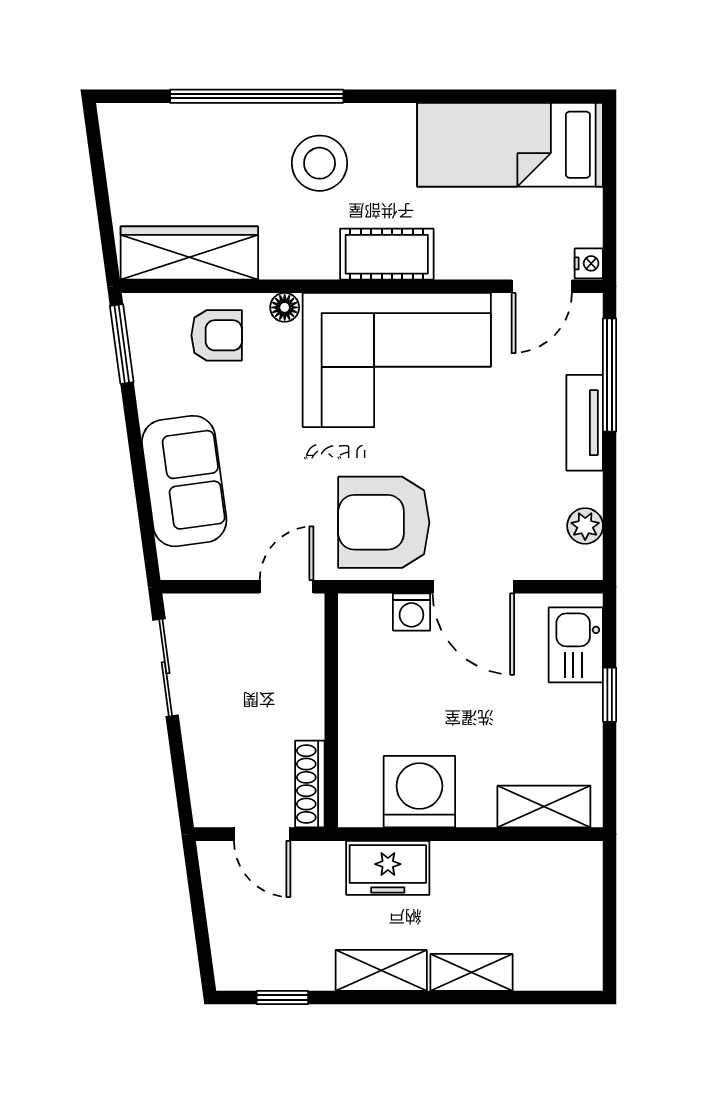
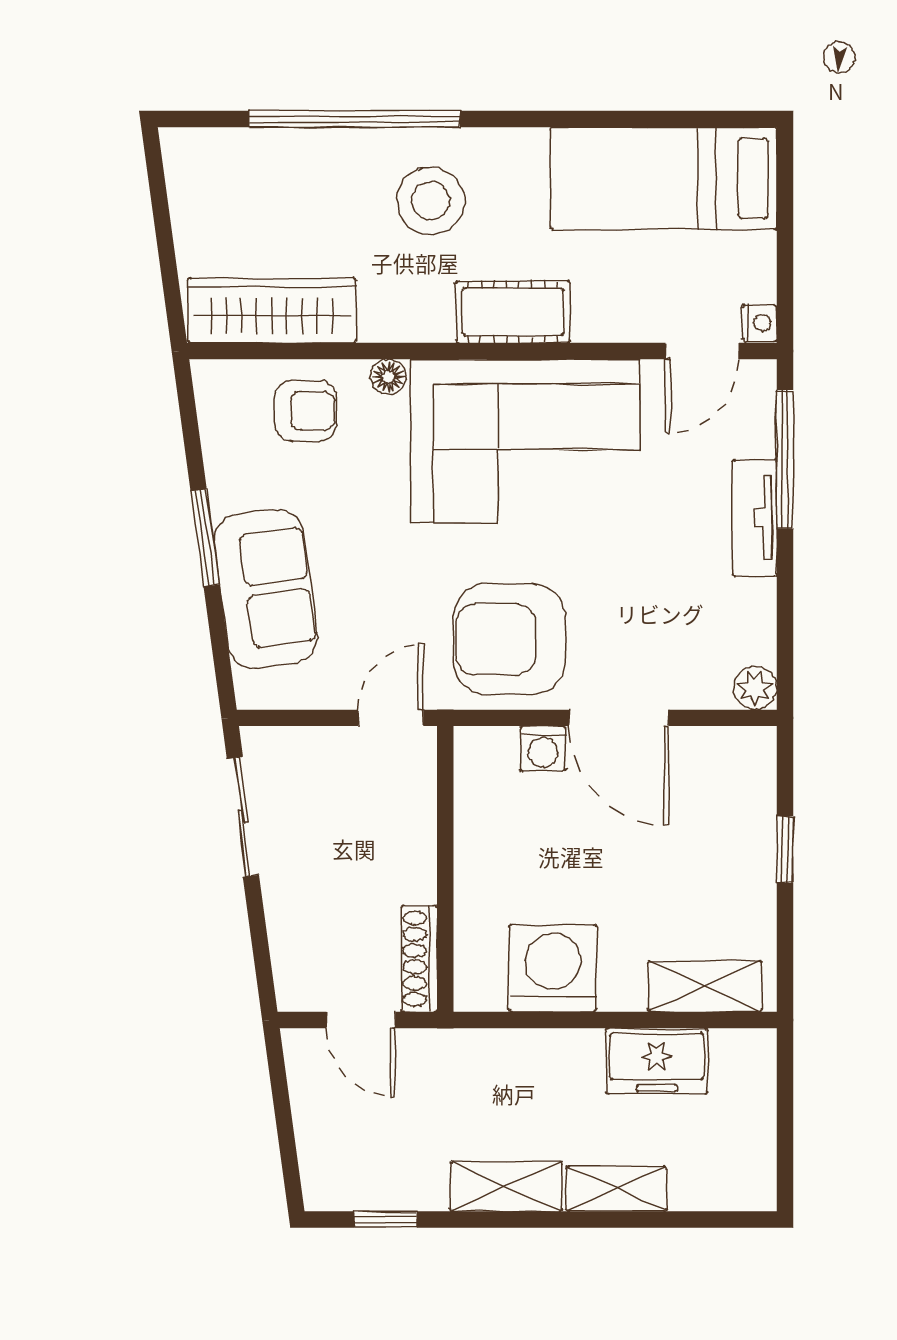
window: (122, 344) -> (205, 538), moved
plant: (585, 526) -> (755, 688), moved
kitchen sink: (576, 645) -> (744, 789), removed
freezer: (388, 868) -> (657, 1061), moved

